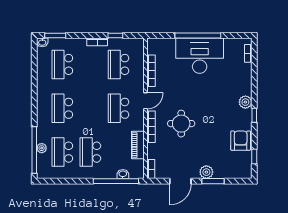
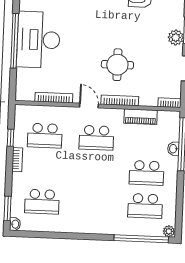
school desk: (62, 108) -> (94, 204), removed
plant: (42, 148) -> (169, 231), moved
washbasin: (123, 174) -> (173, 149), moved

